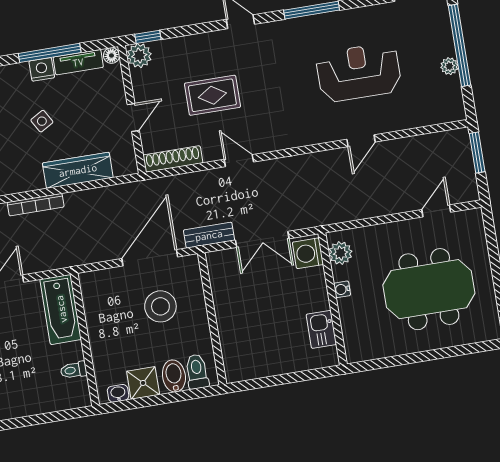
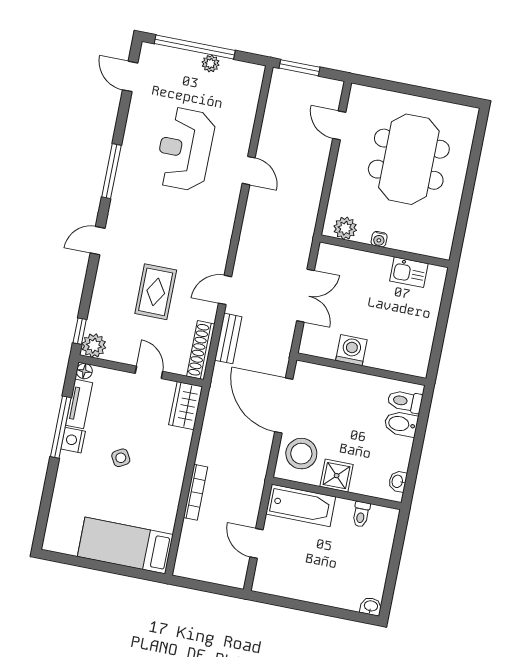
wardrobe: (78, 170) -> (186, 406), moved, width x0.67
bench: (209, 235) -> (228, 338), moved
washing machine: (308, 253) -> (351, 350), moved, turned 180
stool: (160, 306) -> (301, 454), moved
shower: (143, 383) -> (337, 476), moved

